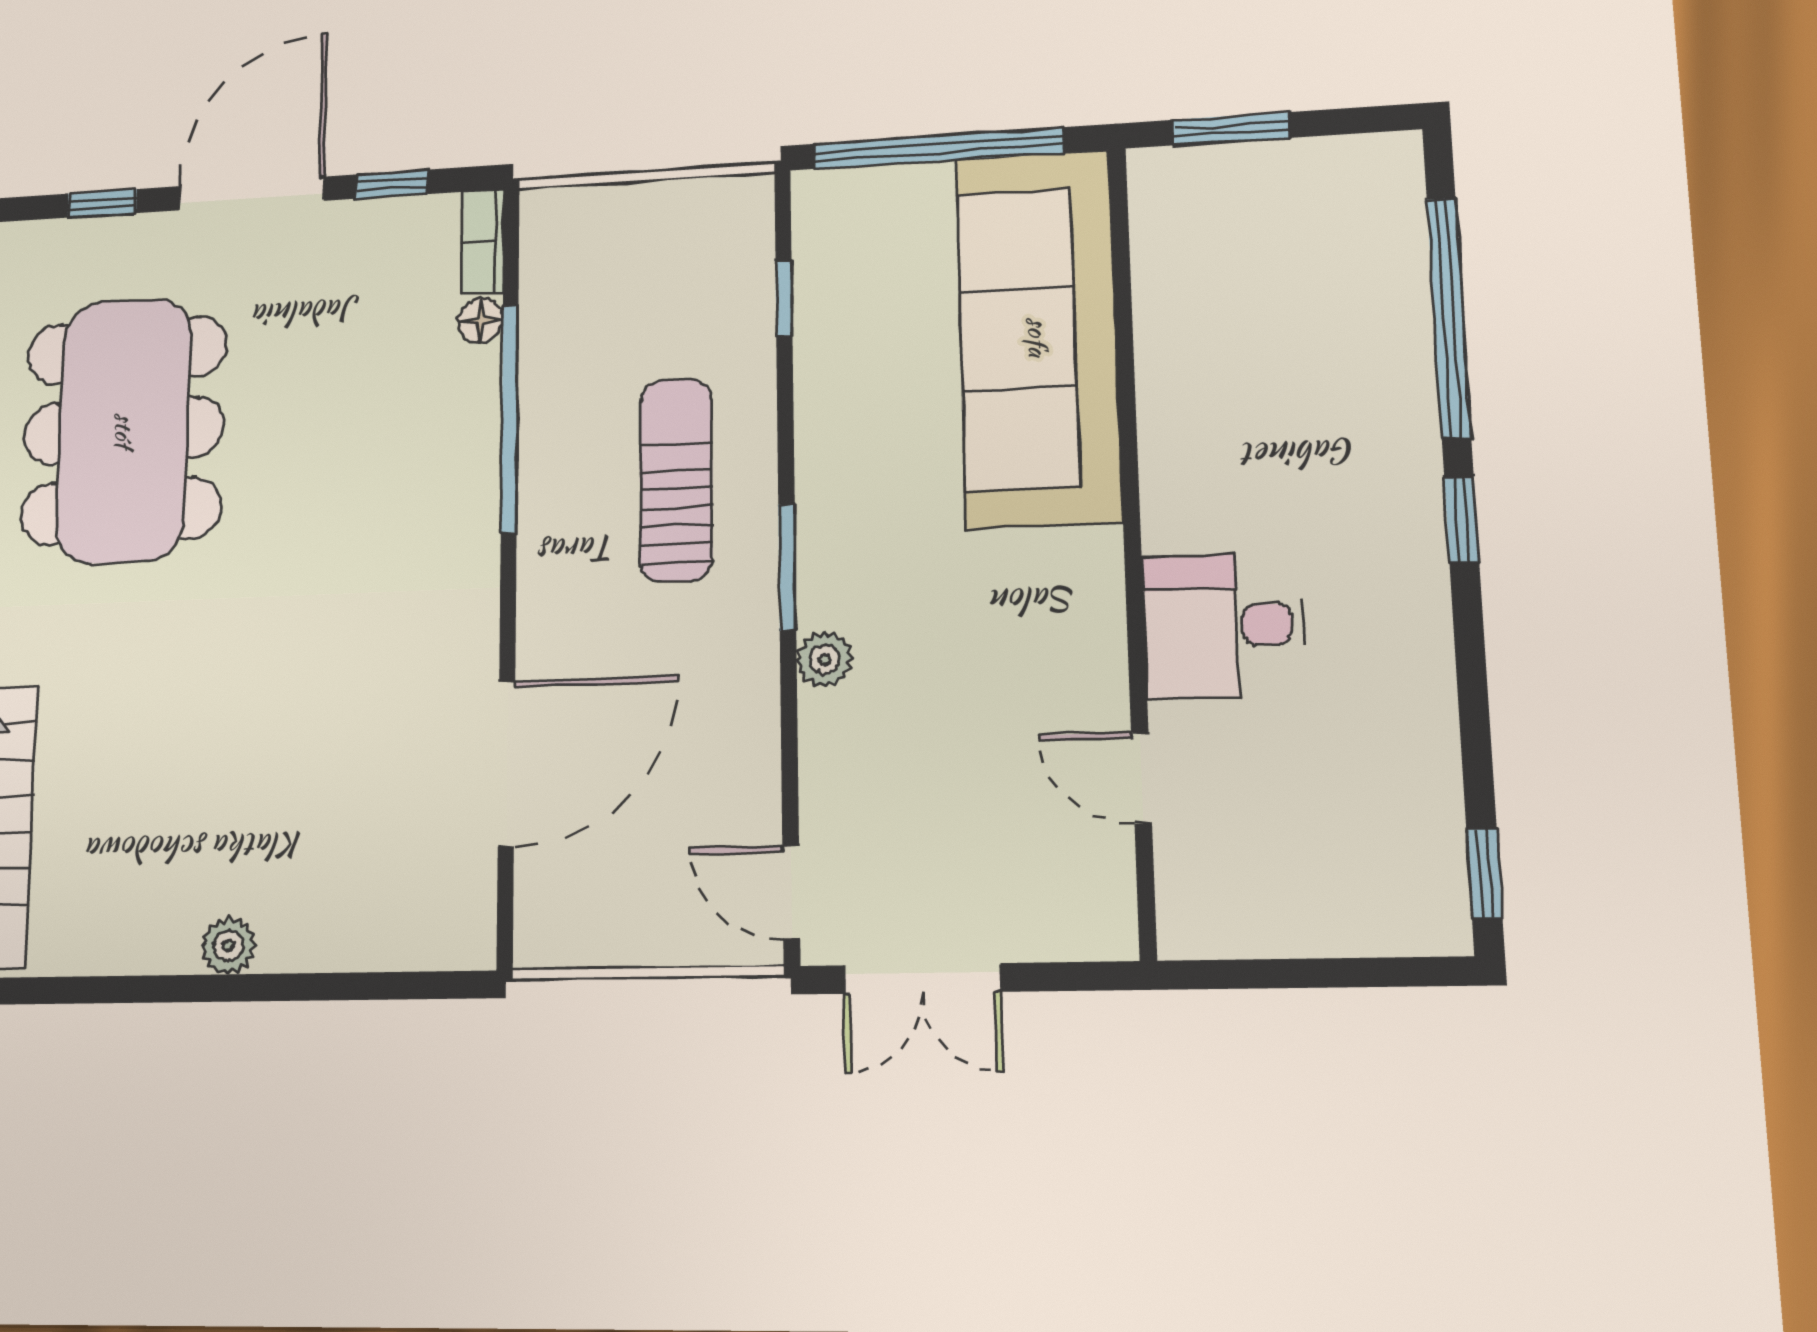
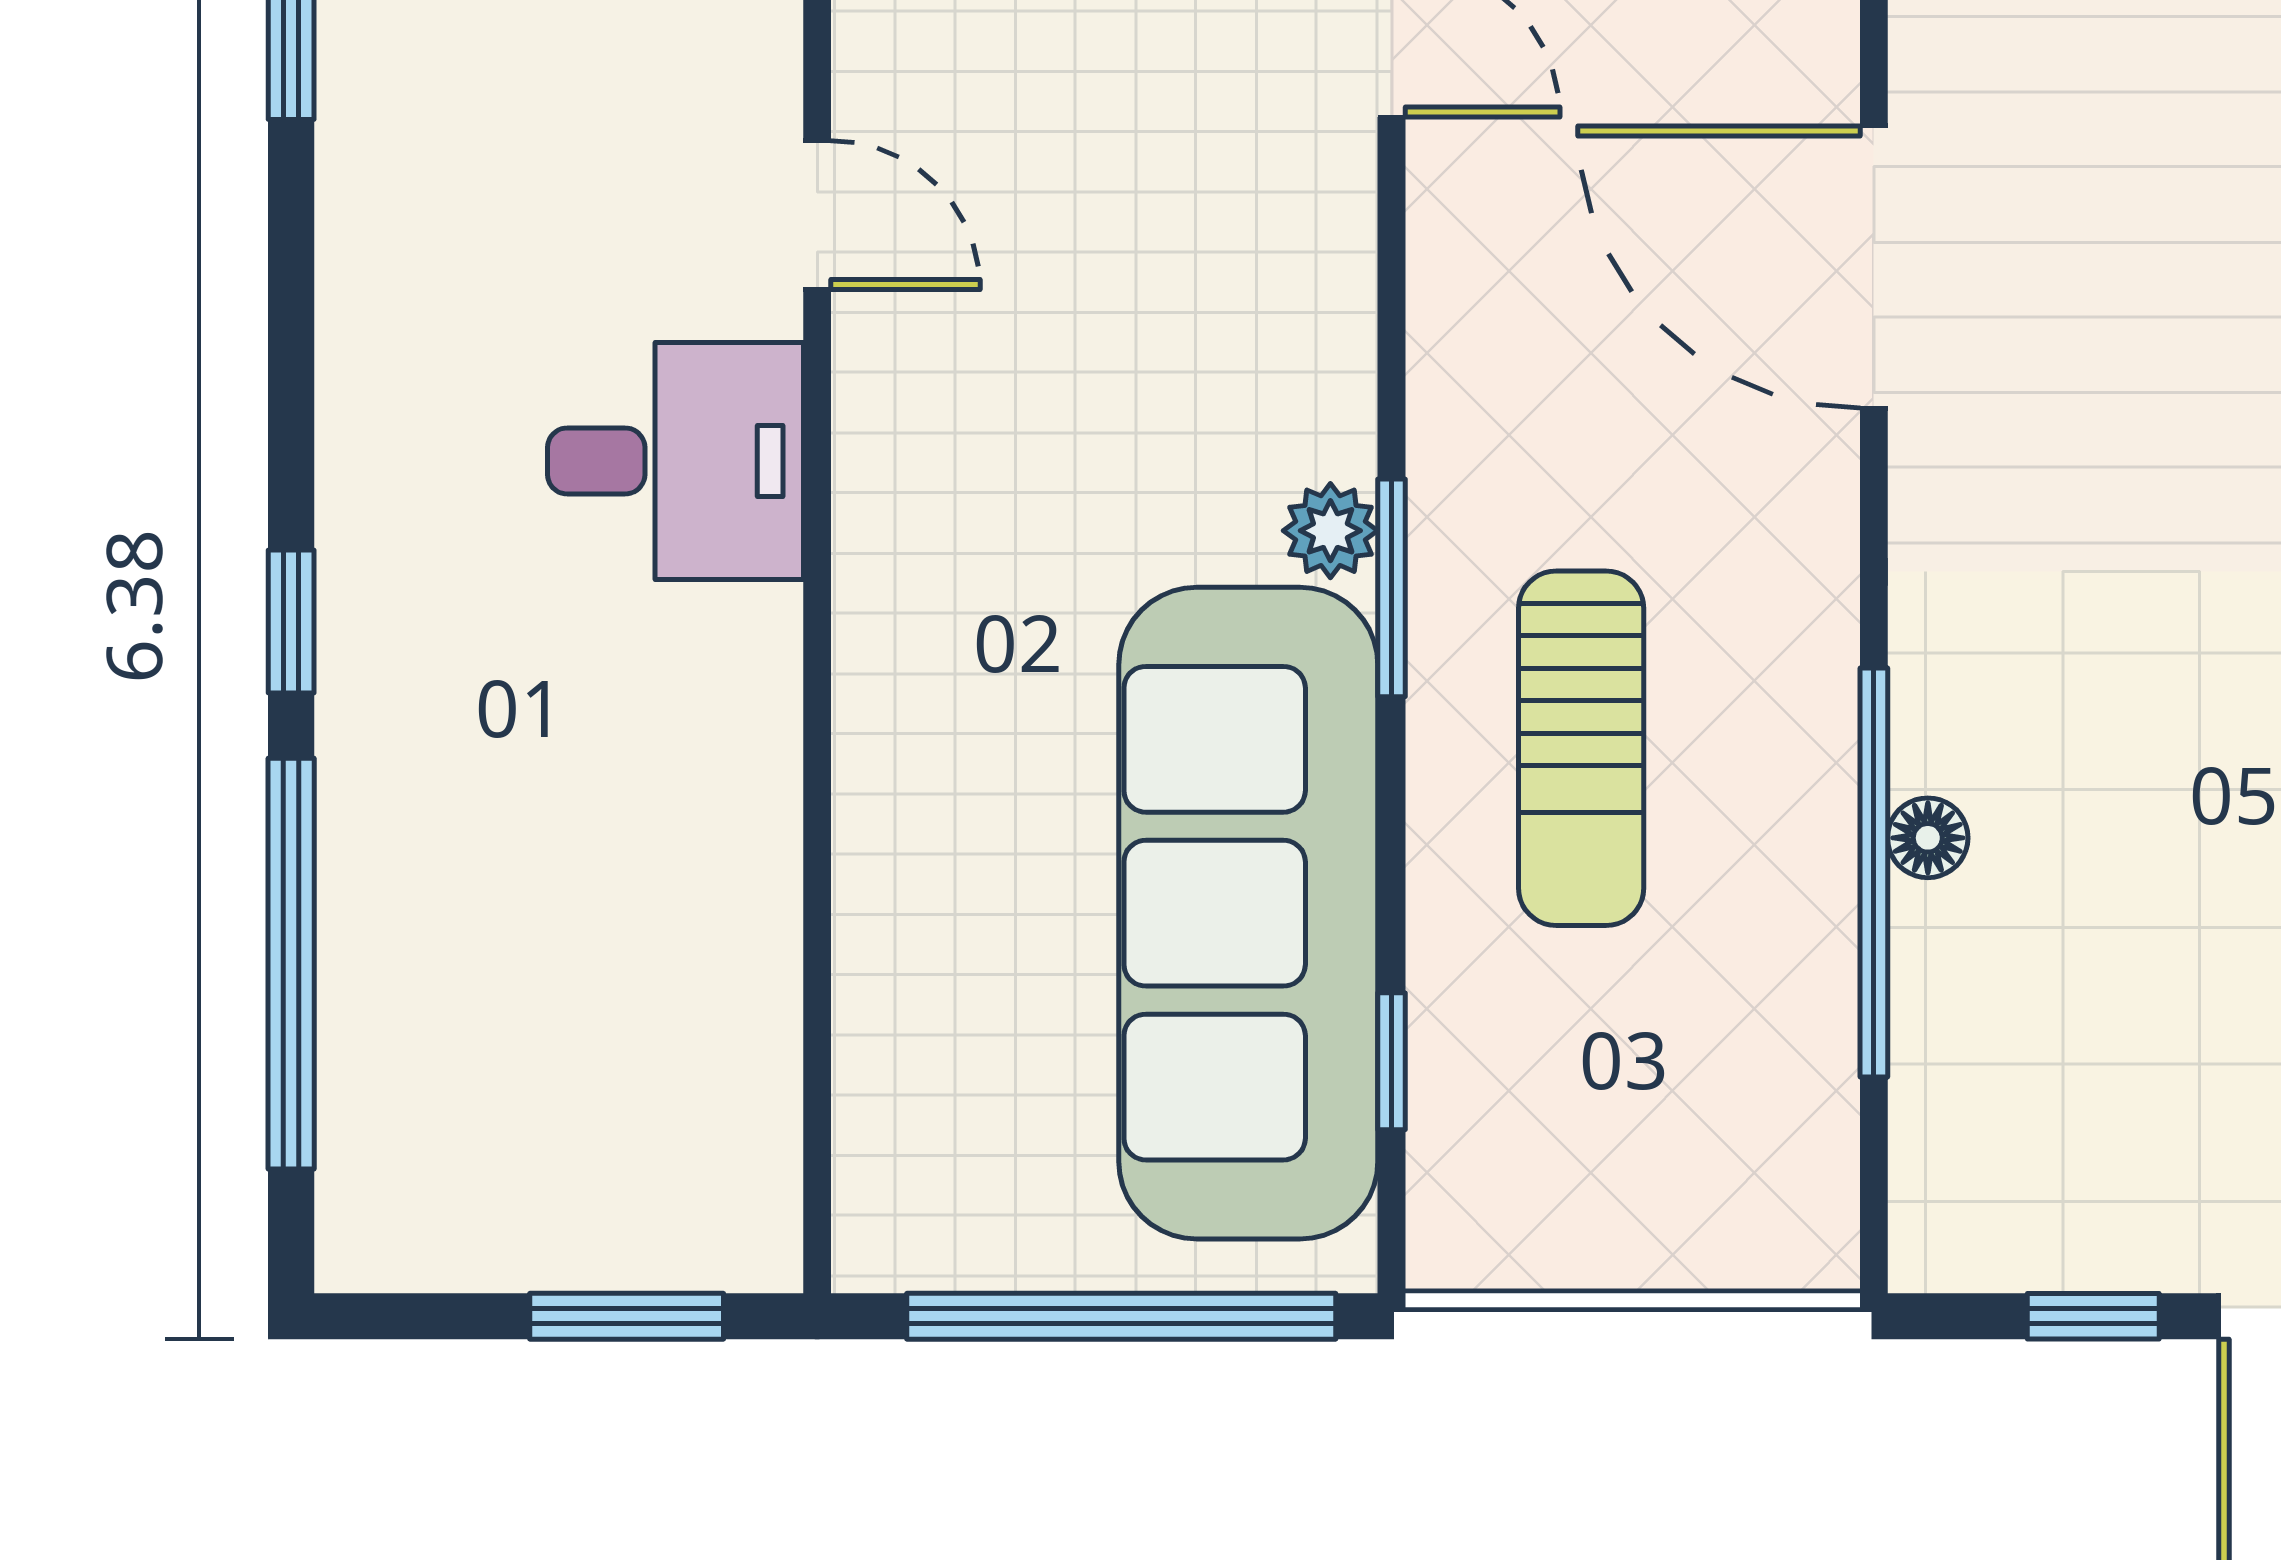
bookcase: (483, 242) -> (1926, 1198), removed
floor lamp: (481, 320) -> (1928, 838), moved
sofa: (1038, 337) -> (1248, 913), moved, turned 180
plant: (825, 659) -> (1330, 531), moved
door: (507, 764) -> (1874, 267), hinge flipped

